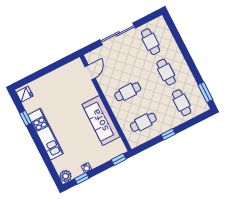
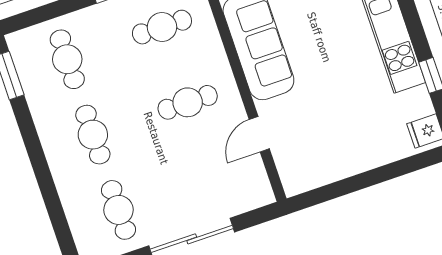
door: (90, 72) -> (259, 134), moved

